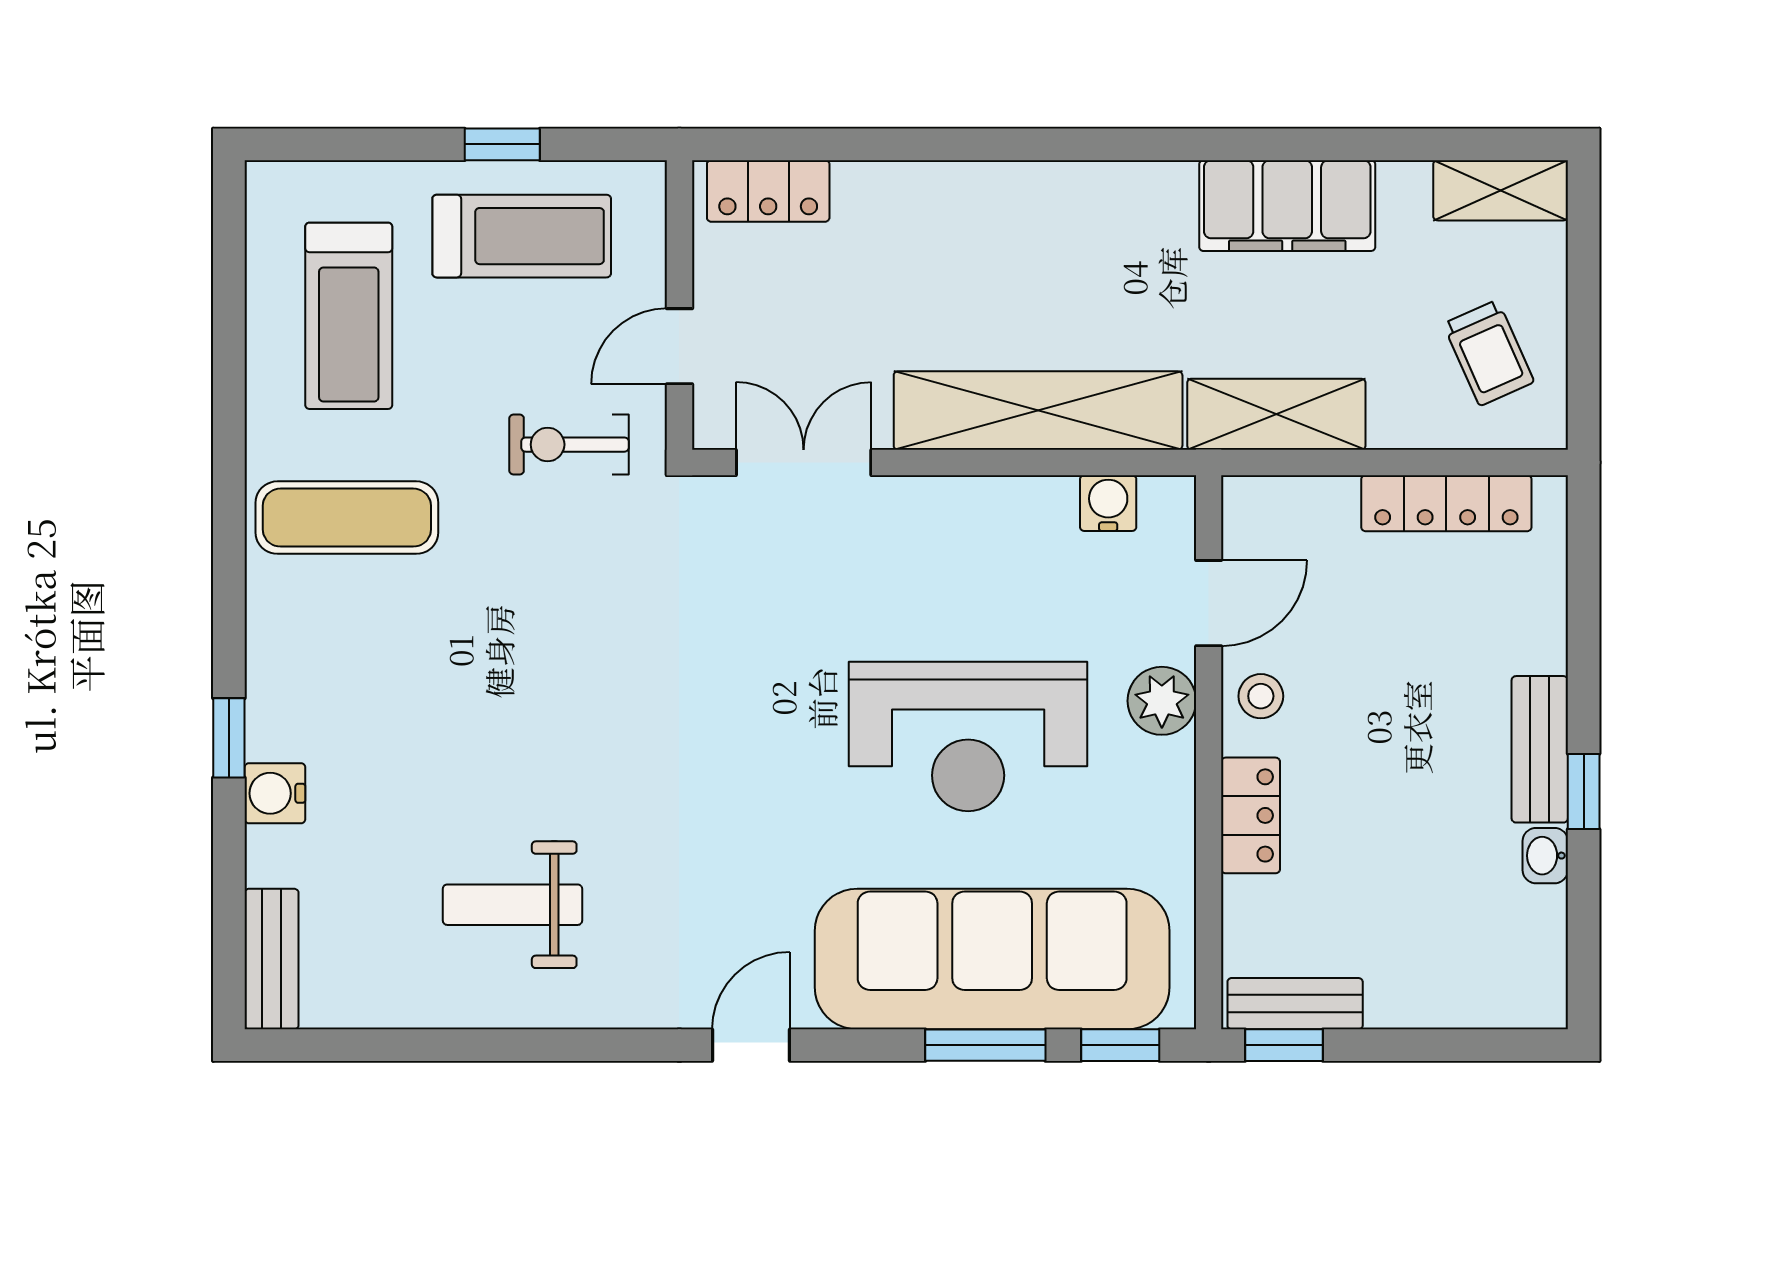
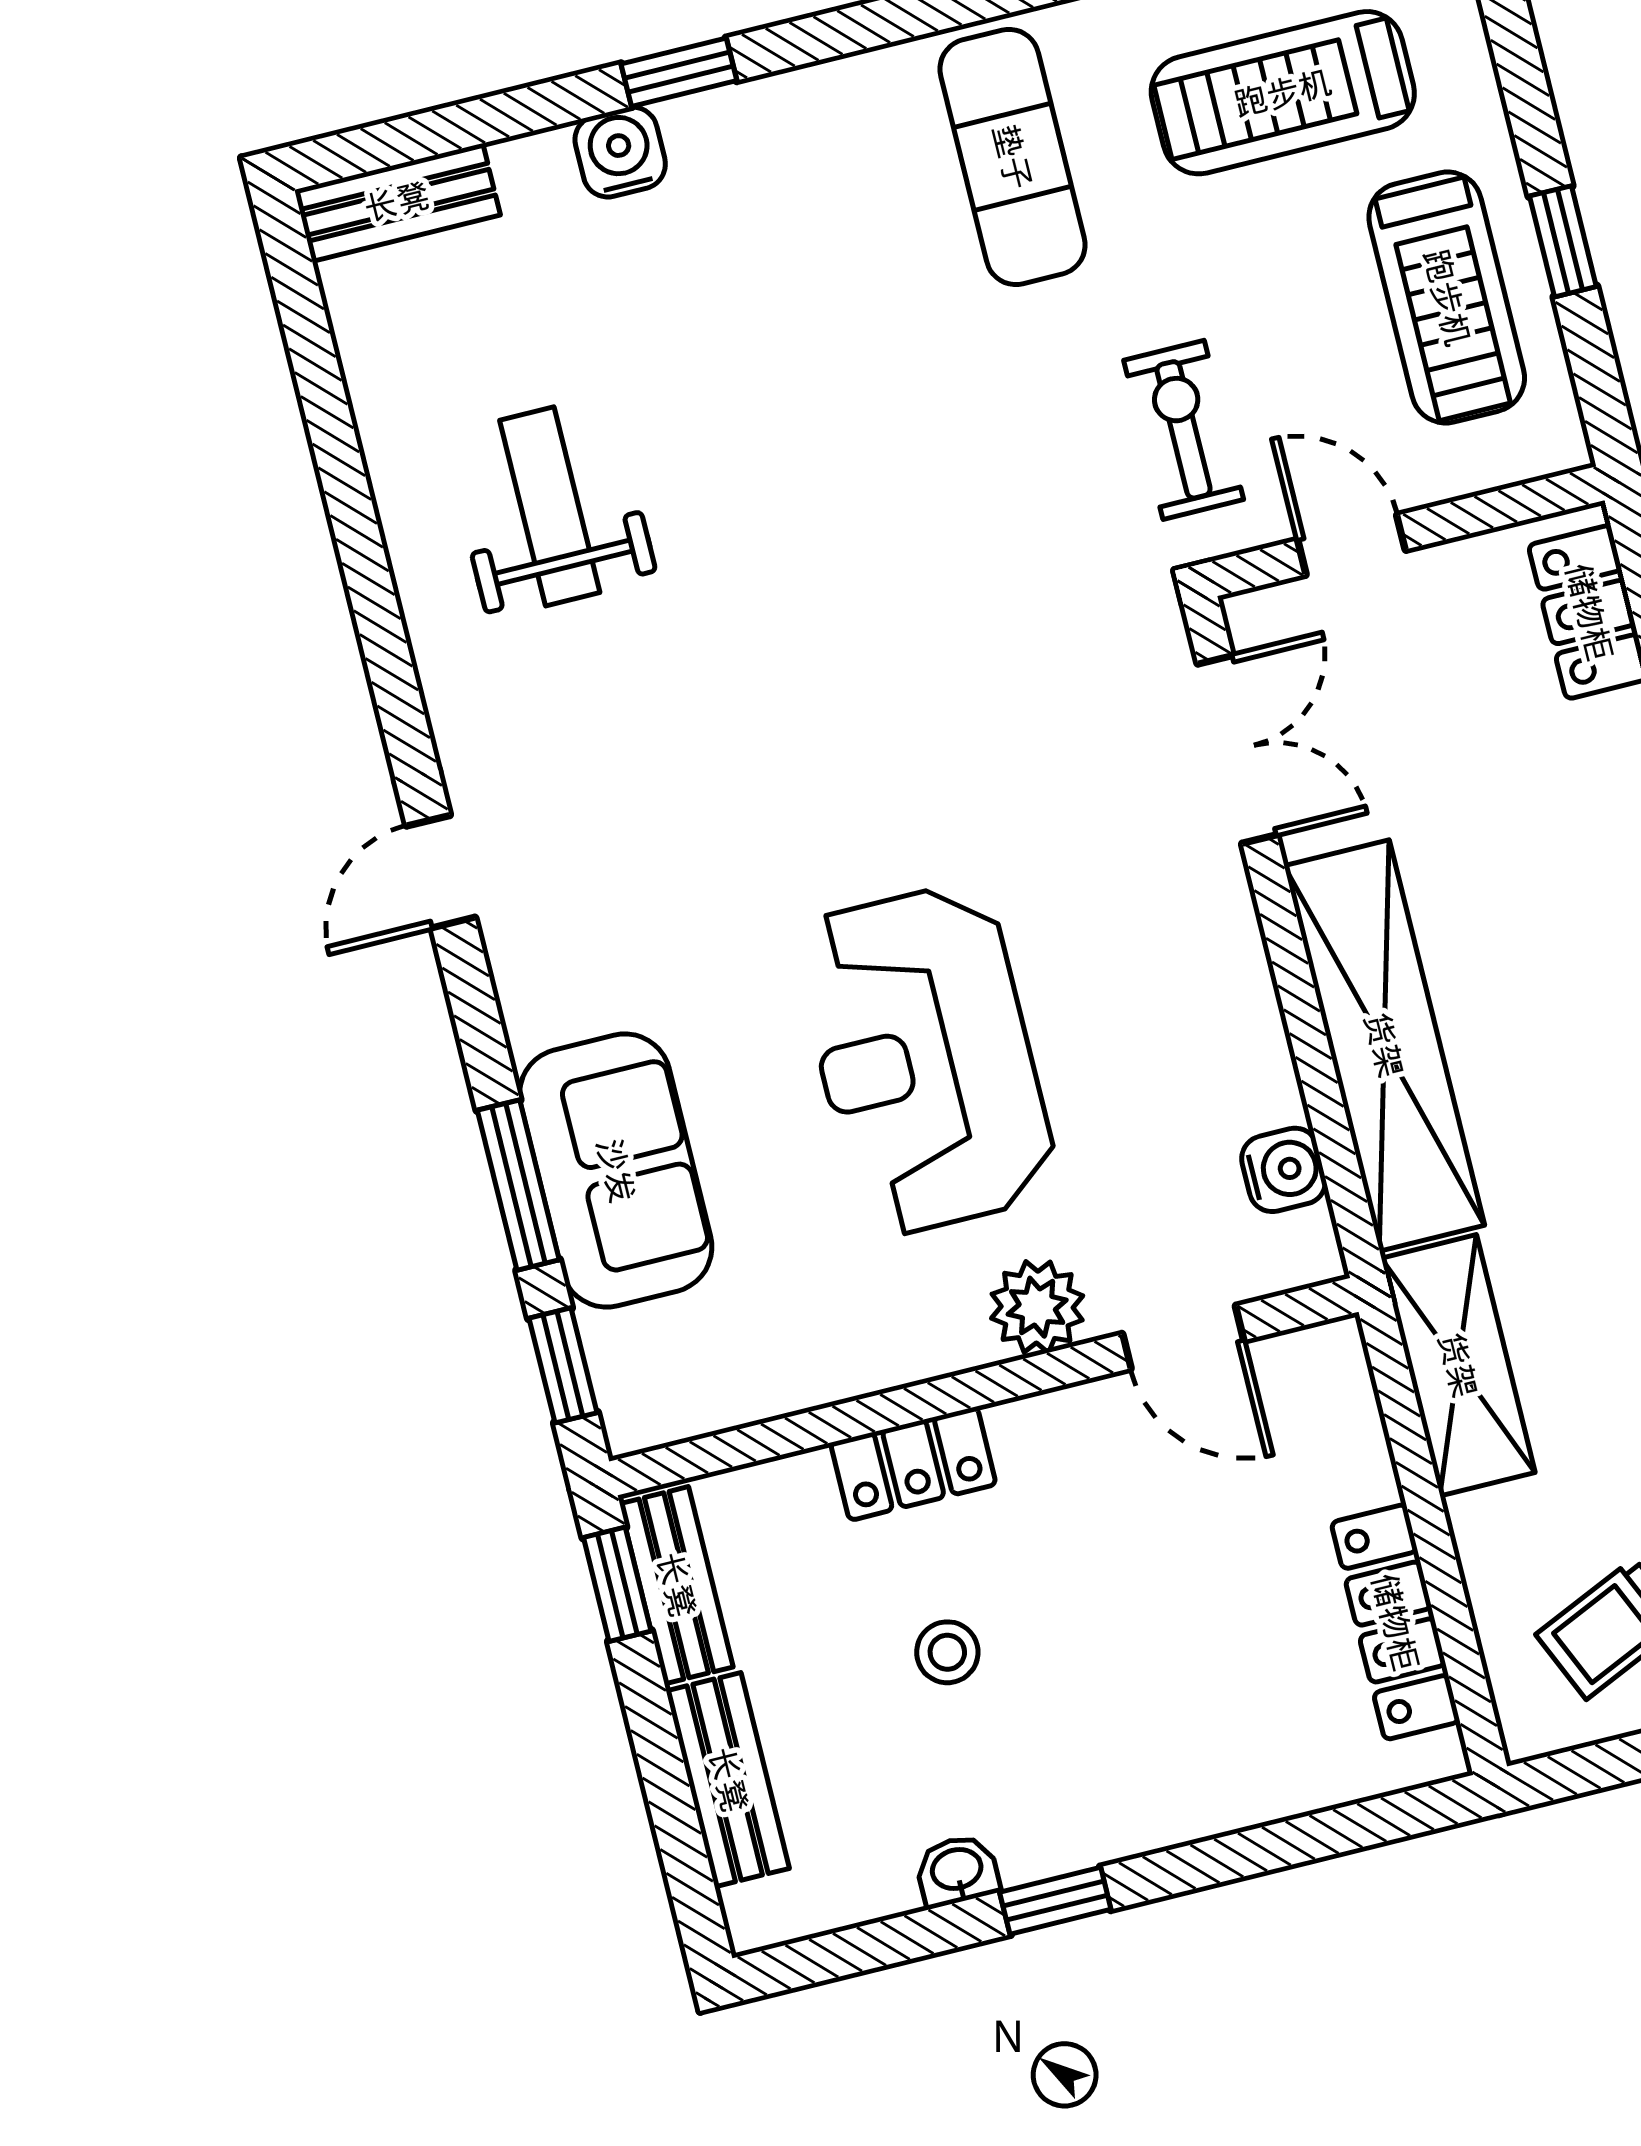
stool: (1261, 696) -> (947, 1652), moved
bench: (1540, 749) -> (728, 1780), moved, turned 90
sofa: (992, 959) -> (616, 1171), width x0.54, depth x0.79
door: (751, 1045) -> (441, 872), swing flipped

